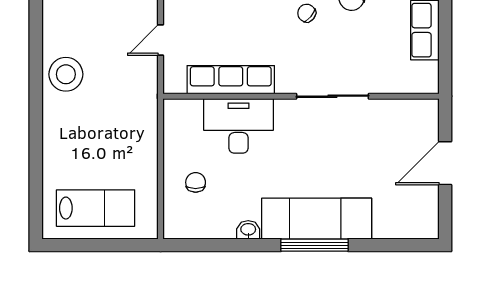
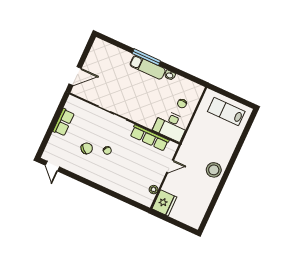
desk: (238, 126) -> (171, 126), moved
door: (445, 163) -> (75, 76), moved
exam couch: (317, 219) -> (148, 67), width x0.73, depth x0.69

